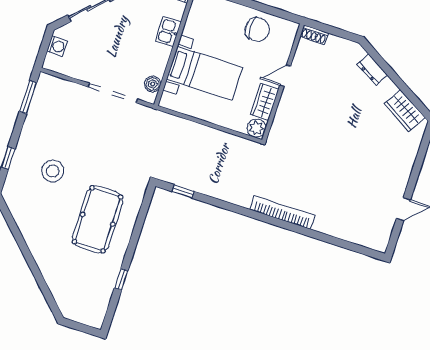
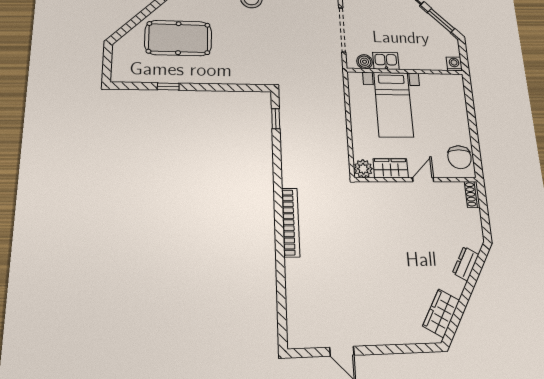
chair: (257, 29) -> (459, 157), moved
kitchen sink: (168, 32) -> (386, 61), moved
door: (285, 76) -> (423, 180), hinge flipped
pool table: (98, 219) -> (178, 38), moved

